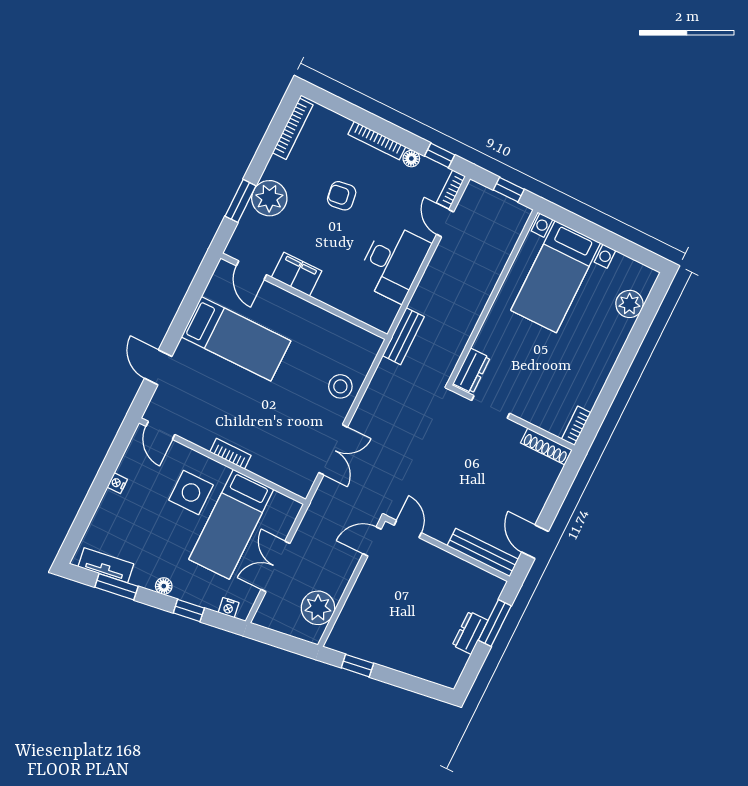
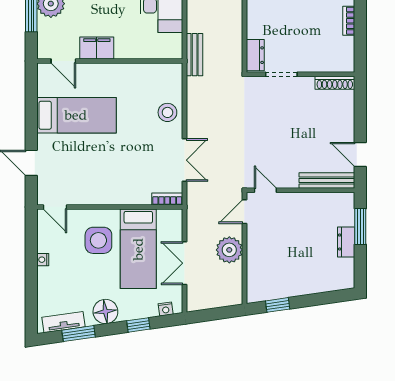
bookcase: (576, 426) -> (349, 21), moved
bookcase: (230, 454) -> (167, 199), moved
floor lamp: (164, 586) -> (105, 312), width x1.89, depth x1.89
plant: (318, 608) -> (229, 250), moved

